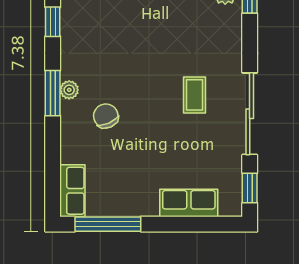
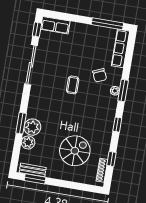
coffee table: (194, 95) -> (73, 85), moved
row of seats: (72, 191) -> (121, 48), width x1.48
row of seats: (189, 203) -> (55, 25), moved

